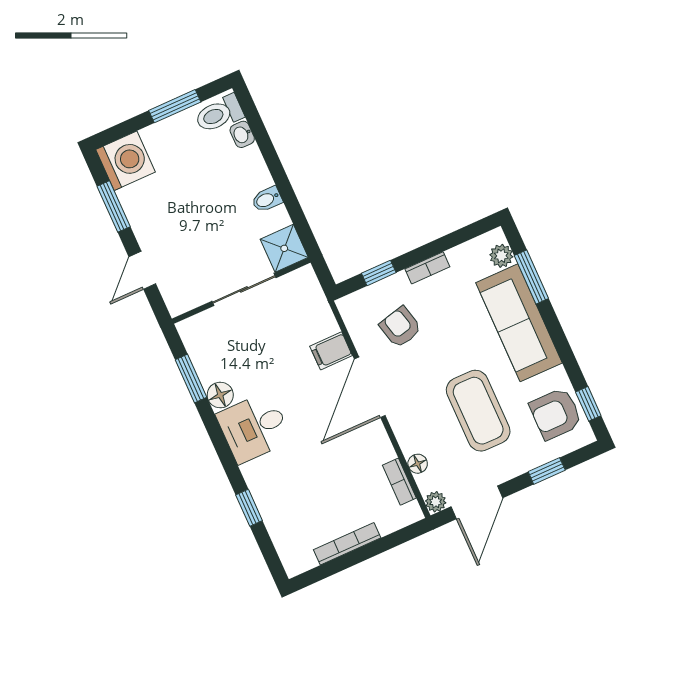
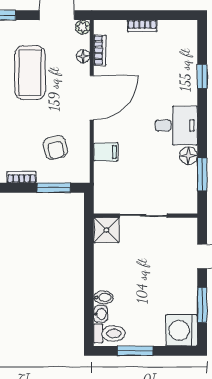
bidet: (267, 199) -> (103, 297), moved
window: (379, 273) -> (54, 188), width x1.50
door: (370, 387) -> (92, 98), moved
bookcase: (347, 544) -> (142, 26), width x0.64

